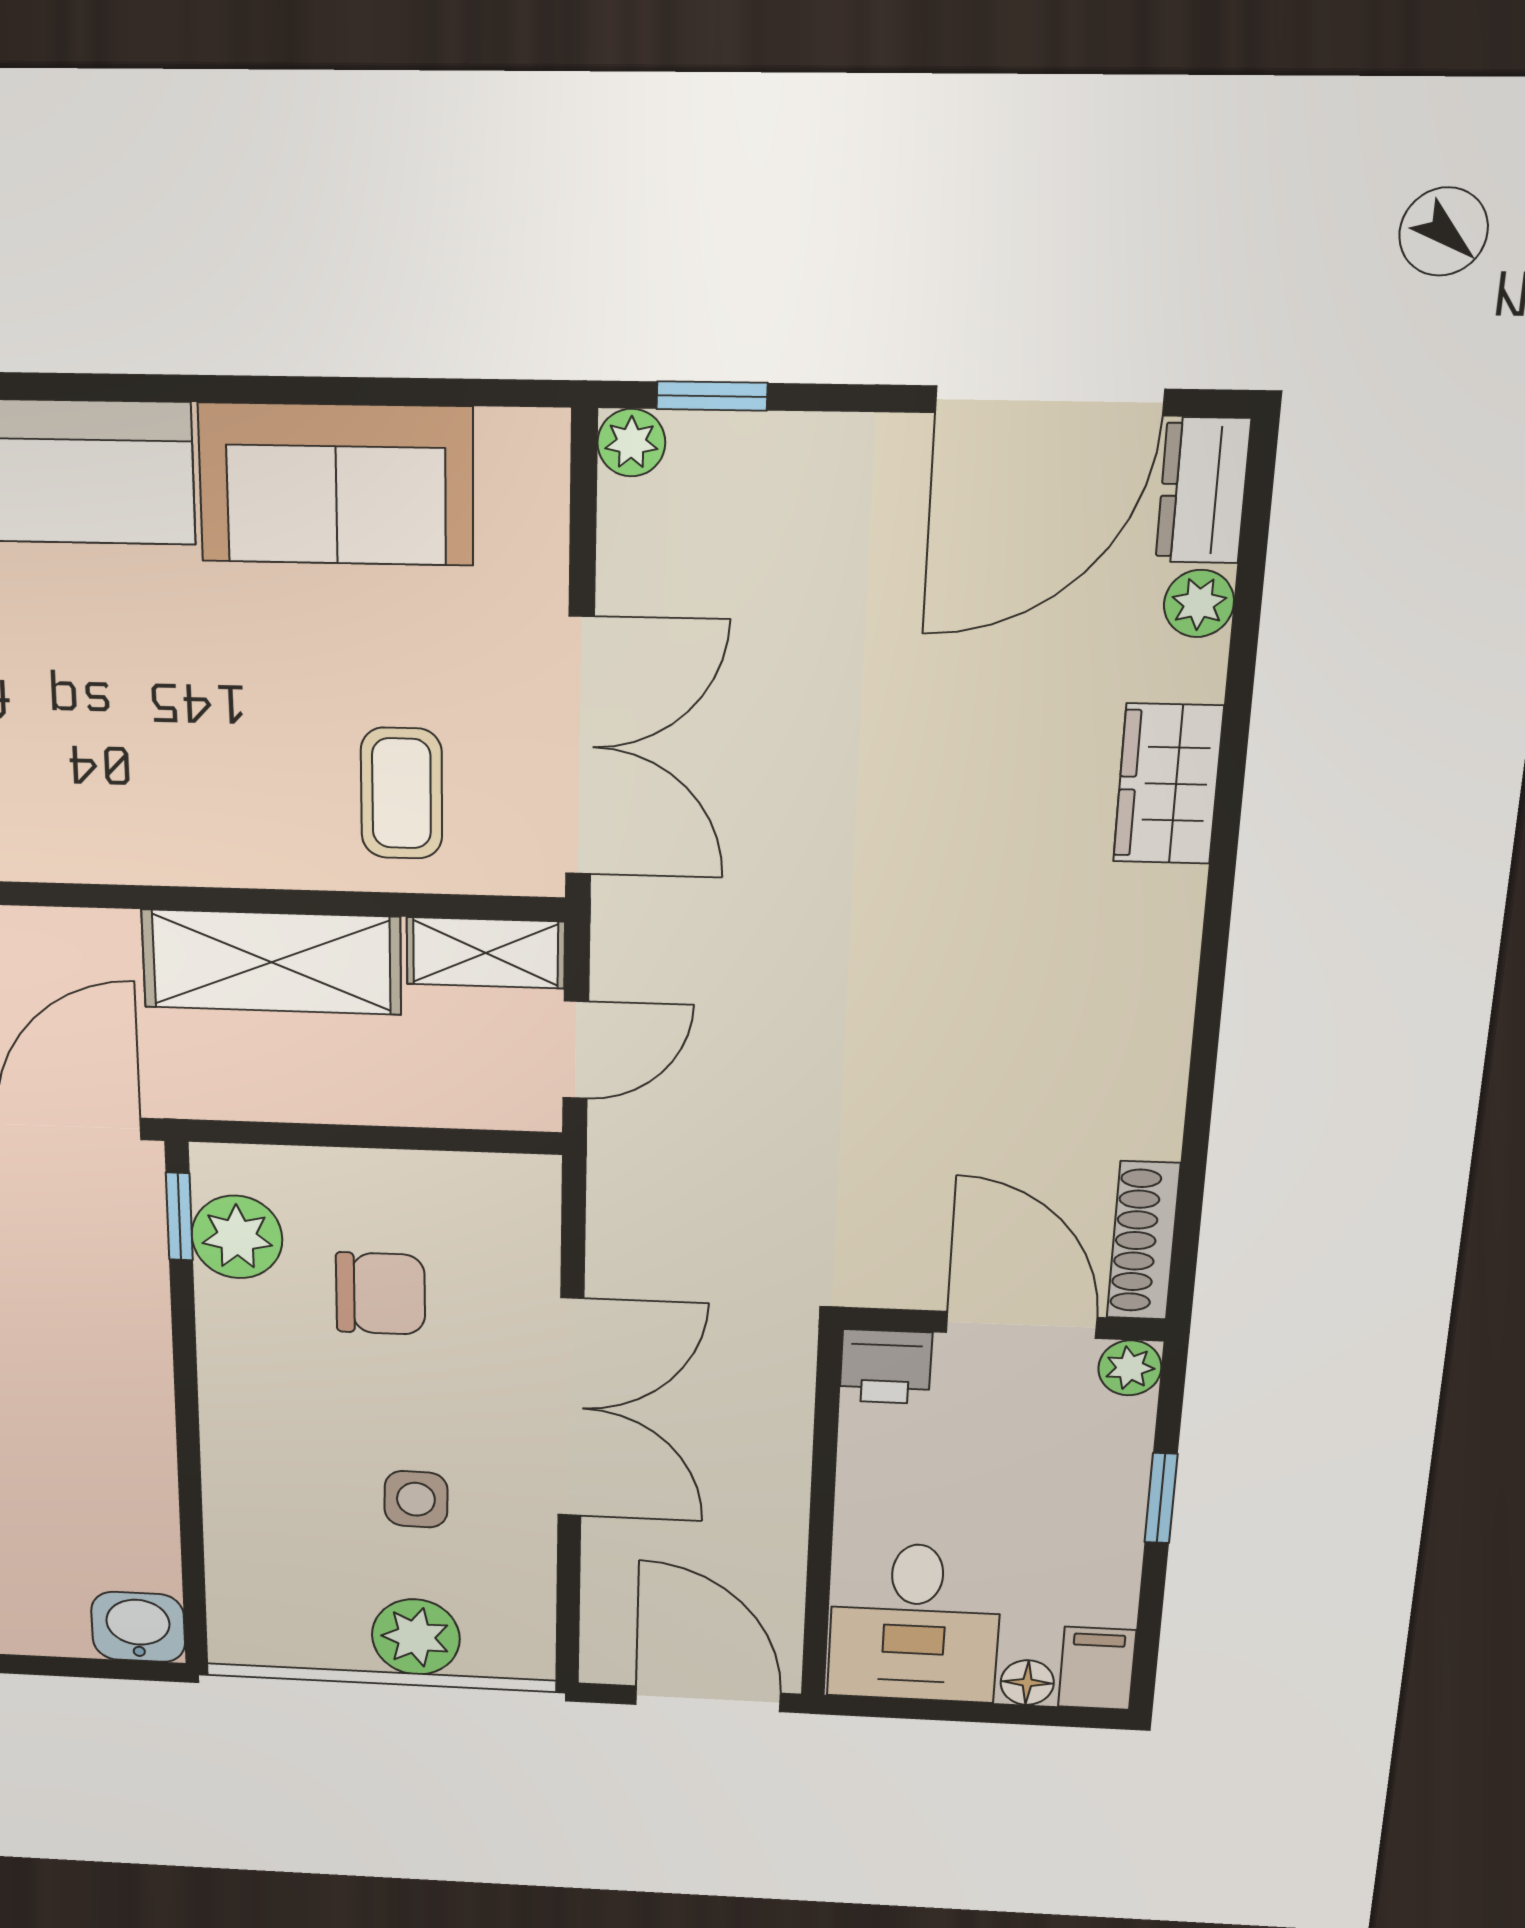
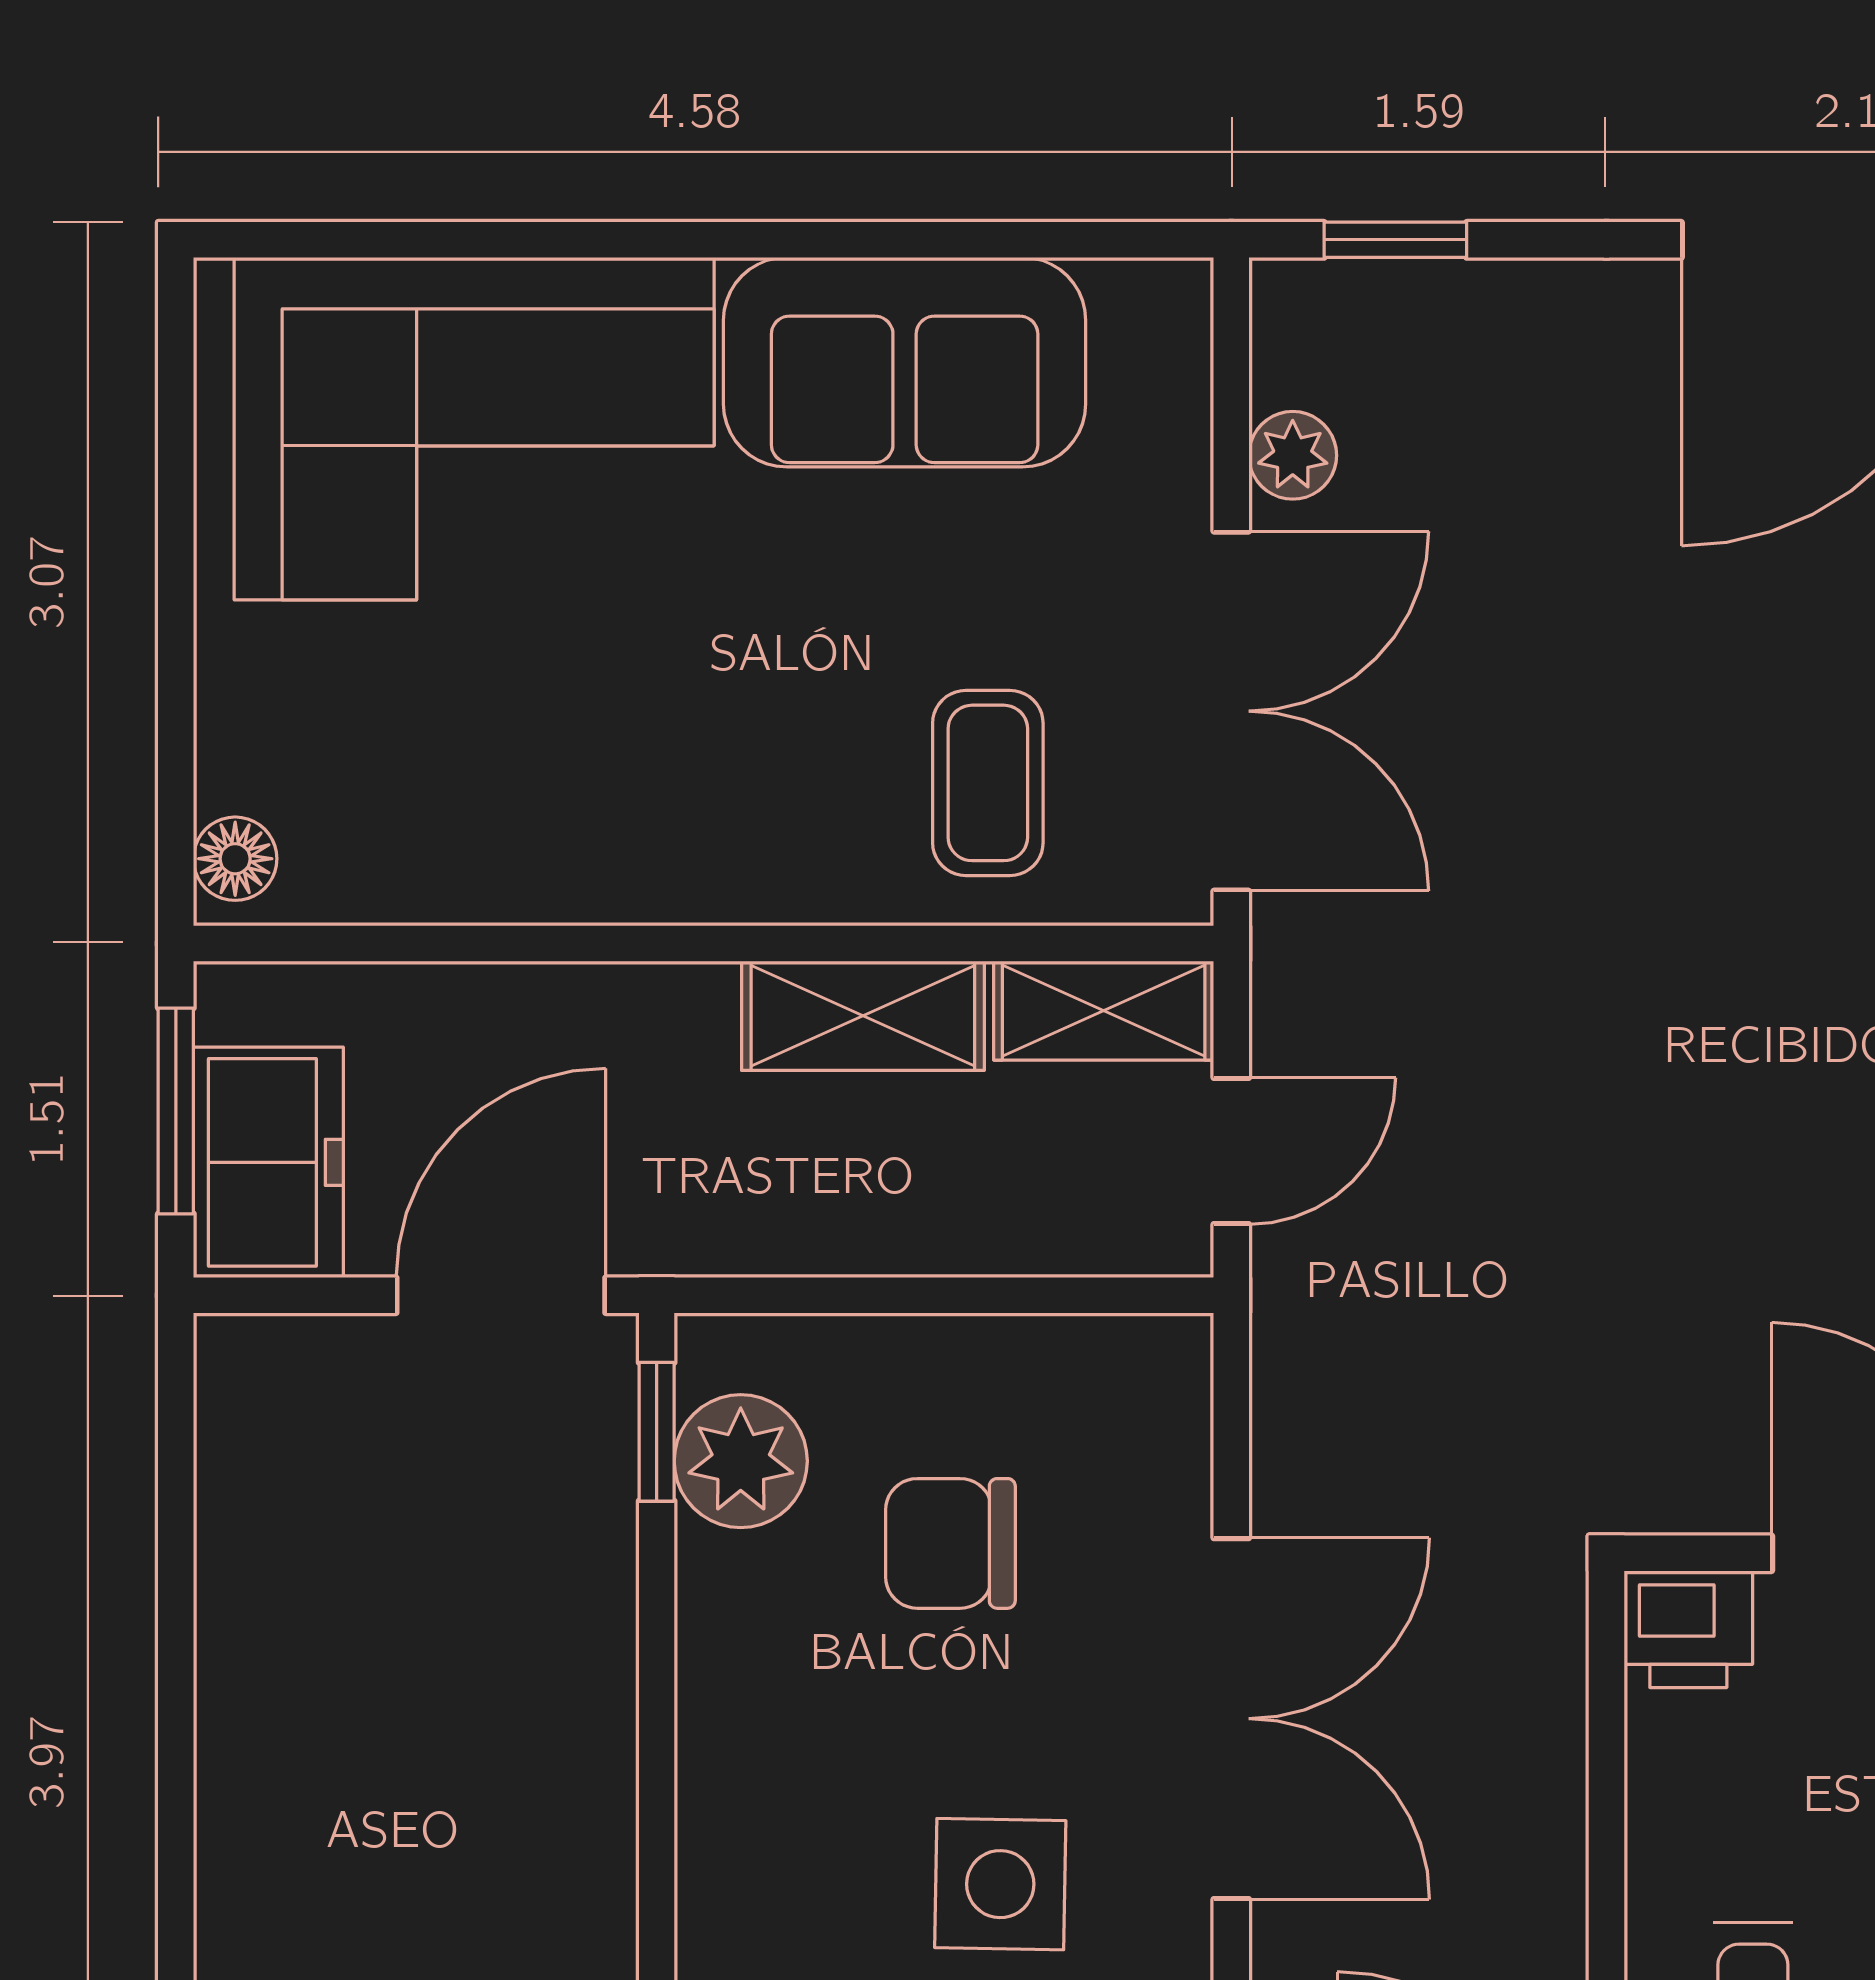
plant: (631, 443) -> (1293, 455), moved
shelving: (272, 962) -> (863, 1016), width x0.67, depth x0.75
chair: (380, 1294) -> (950, 1543), turned 180
side table: (416, 1499) -> (1000, 1884), width x1.37, depth x1.37

